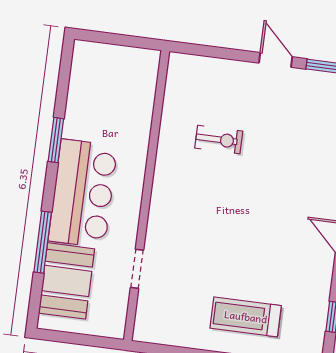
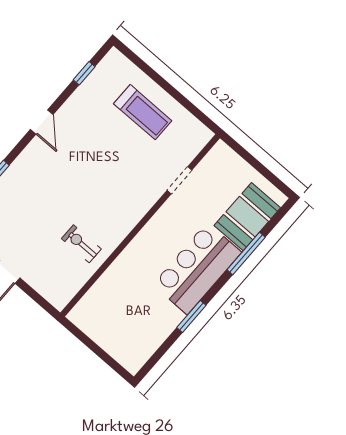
wall: (147, 196) -> (140, 225), moved
doorway: (137, 269) -> (179, 180), moved

